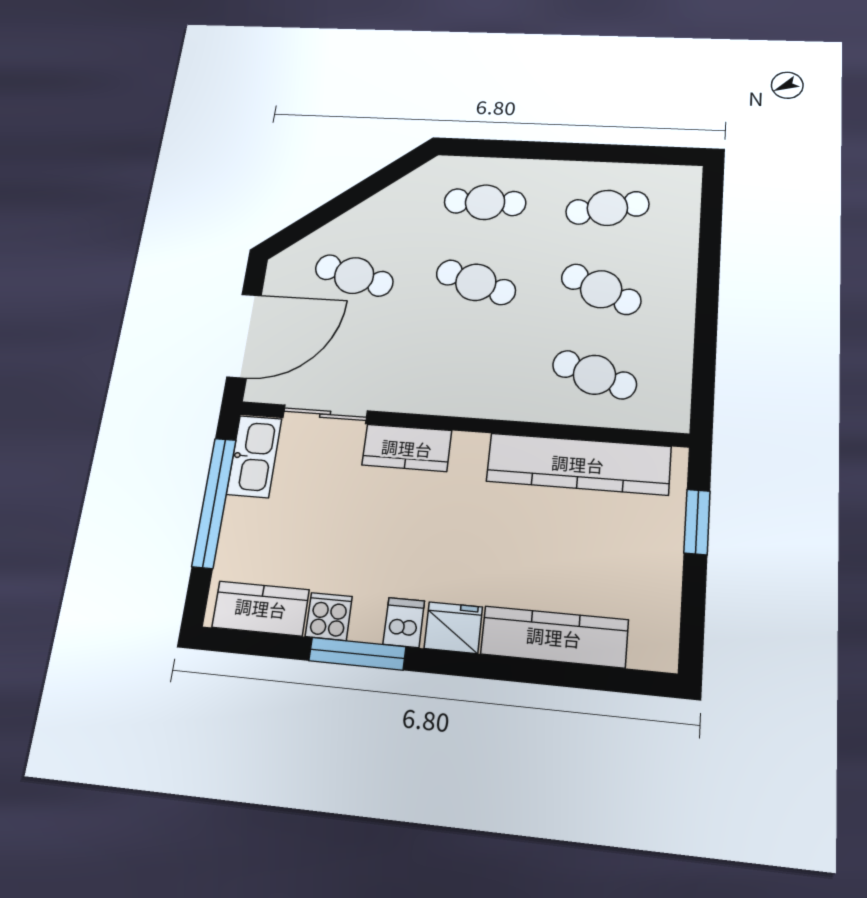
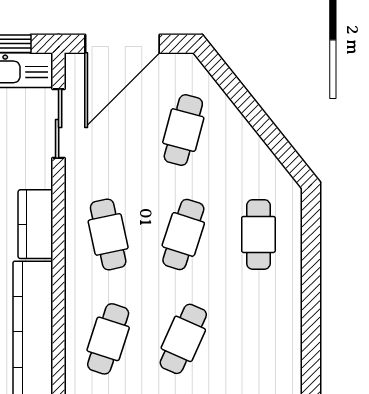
cafe table: (607, 208) -> (108, 234), moved
door: (244, 336) -> (122, 44), hinge flipped
kitchen counter: (407, 448) -> (35, 224), moved

